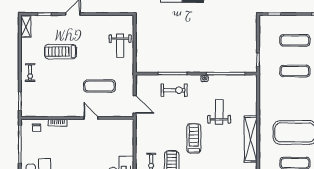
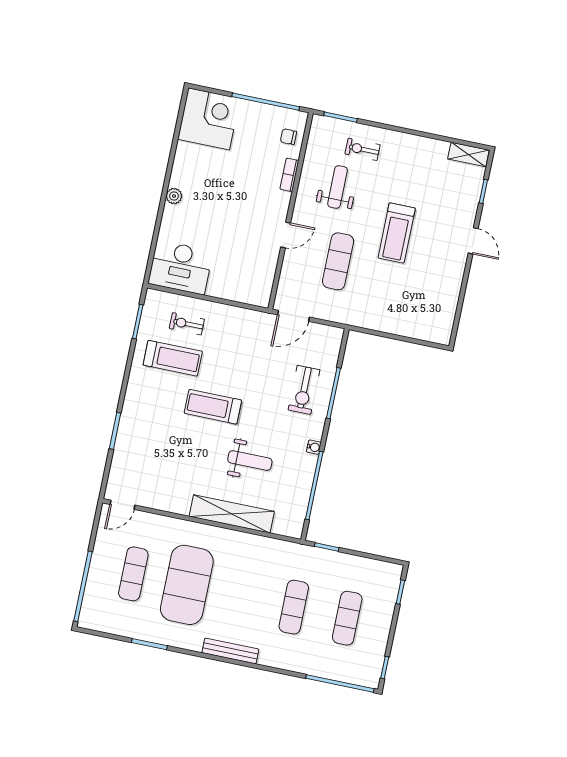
weight bench: (120, 46) -> (338, 187), moved, turned 90
treadmill: (60, 52) -> (397, 233), moved, turned 180
exercise bike: (30, 73) -> (363, 149), moved
treadmill: (194, 138) -> (213, 407), turned 180
shelving: (251, 139) -> (232, 514), moved

